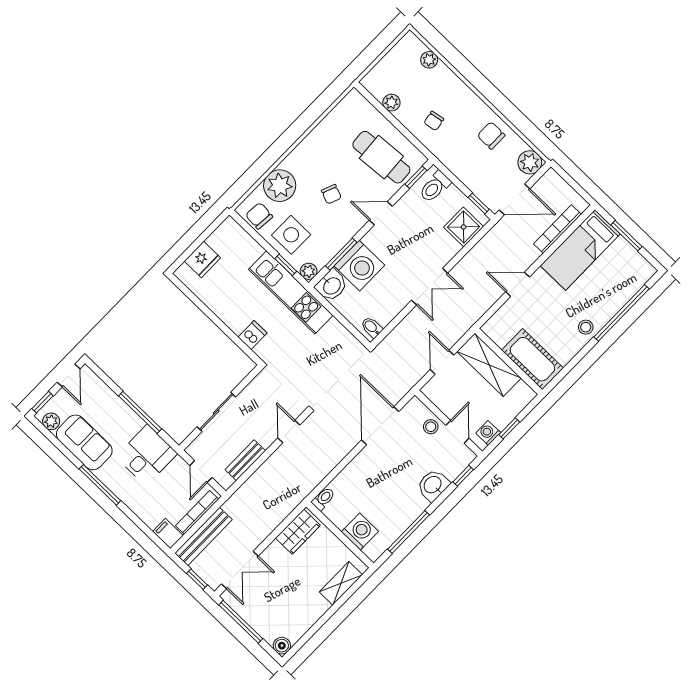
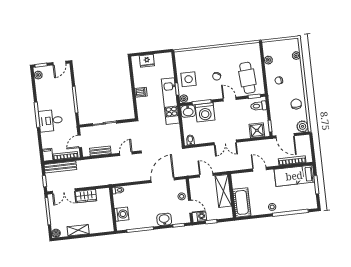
plant: (280, 186) -> (200, 57), removed
chair: (259, 216) -> (182, 62), removed
dishwasher: (253, 335) -> (141, 92), moved
door: (442, 362) -> (206, 175), hinge flipped
door: (457, 432) -> (190, 207), hinge flipped
sofa: (84, 442) -> (44, 94), removed
desk: (147, 455) -> (51, 121), moved, turned 180
wardrobe: (298, 532) -> (86, 196), moved
shelving: (341, 583) -> (78, 230), moved

